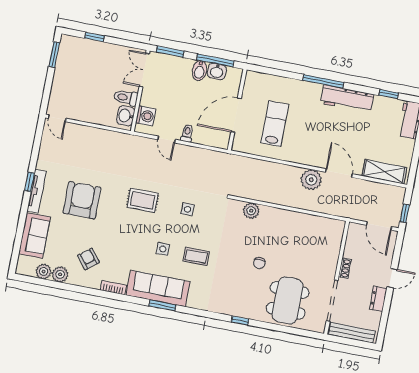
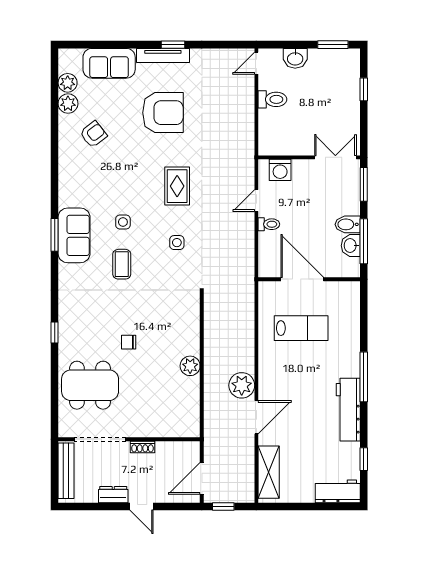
toilet: (126, 98) -> (272, 99), moved, turned 90
washbasin: (126, 116) -> (295, 58), moved, turned 180
plant: (251, 211) -> (190, 366), moved
bookcase: (113, 288) -> (64, 171), removed
sofa: (158, 288) -> (74, 235), width x0.73

